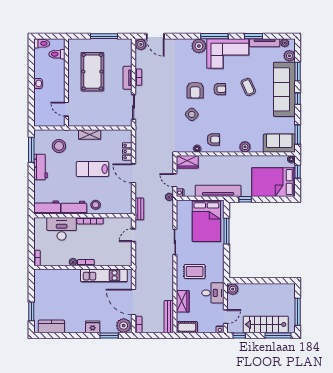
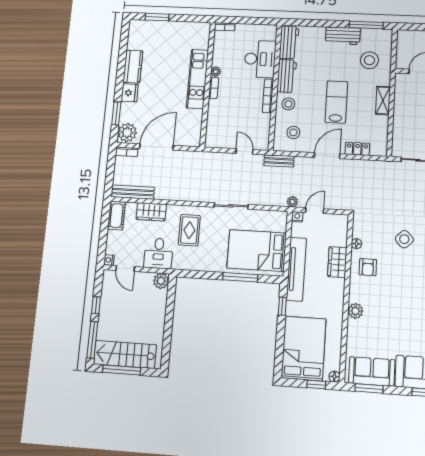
sofa: (279, 143) -> (372, 371), moved, turned -90
wardrobe: (187, 162) -> (337, 262), moved
stool: (117, 200) -> (293, 132), added
kitchen unit: (104, 275) -> (197, 79), moved
stairs: (266, 324) -> (125, 354), moved, turned -90
kitchen counter: (51, 326) -> (133, 67), moved
window: (239, 336) -> (96, 305), moved

